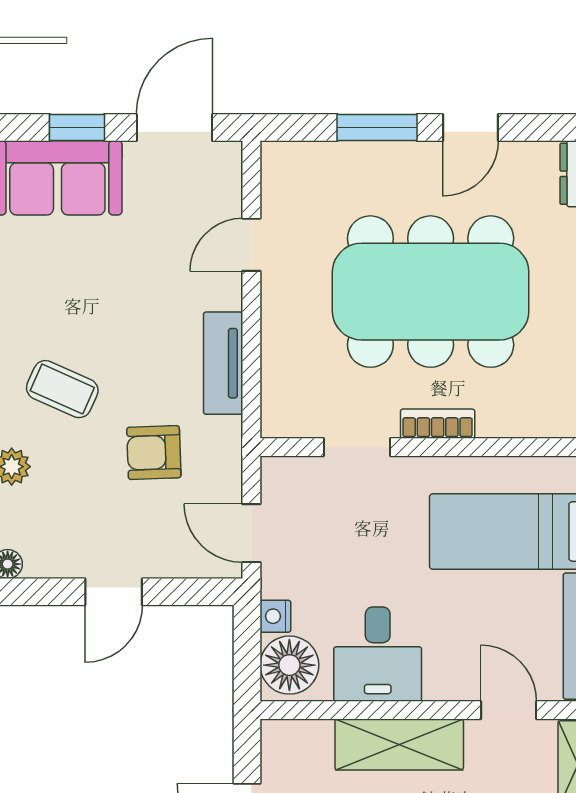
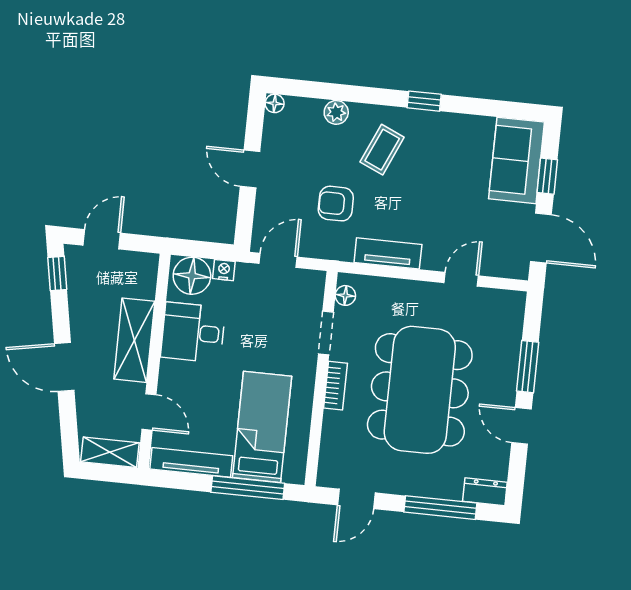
door: (251, 245) -> (461, 279), hinge flipped
floor lamp: (295, 423) -> (345, 295), added
armchair: (154, 453) -> (336, 204), turned -88
door: (509, 710) -> (149, 412), hinge flipped

